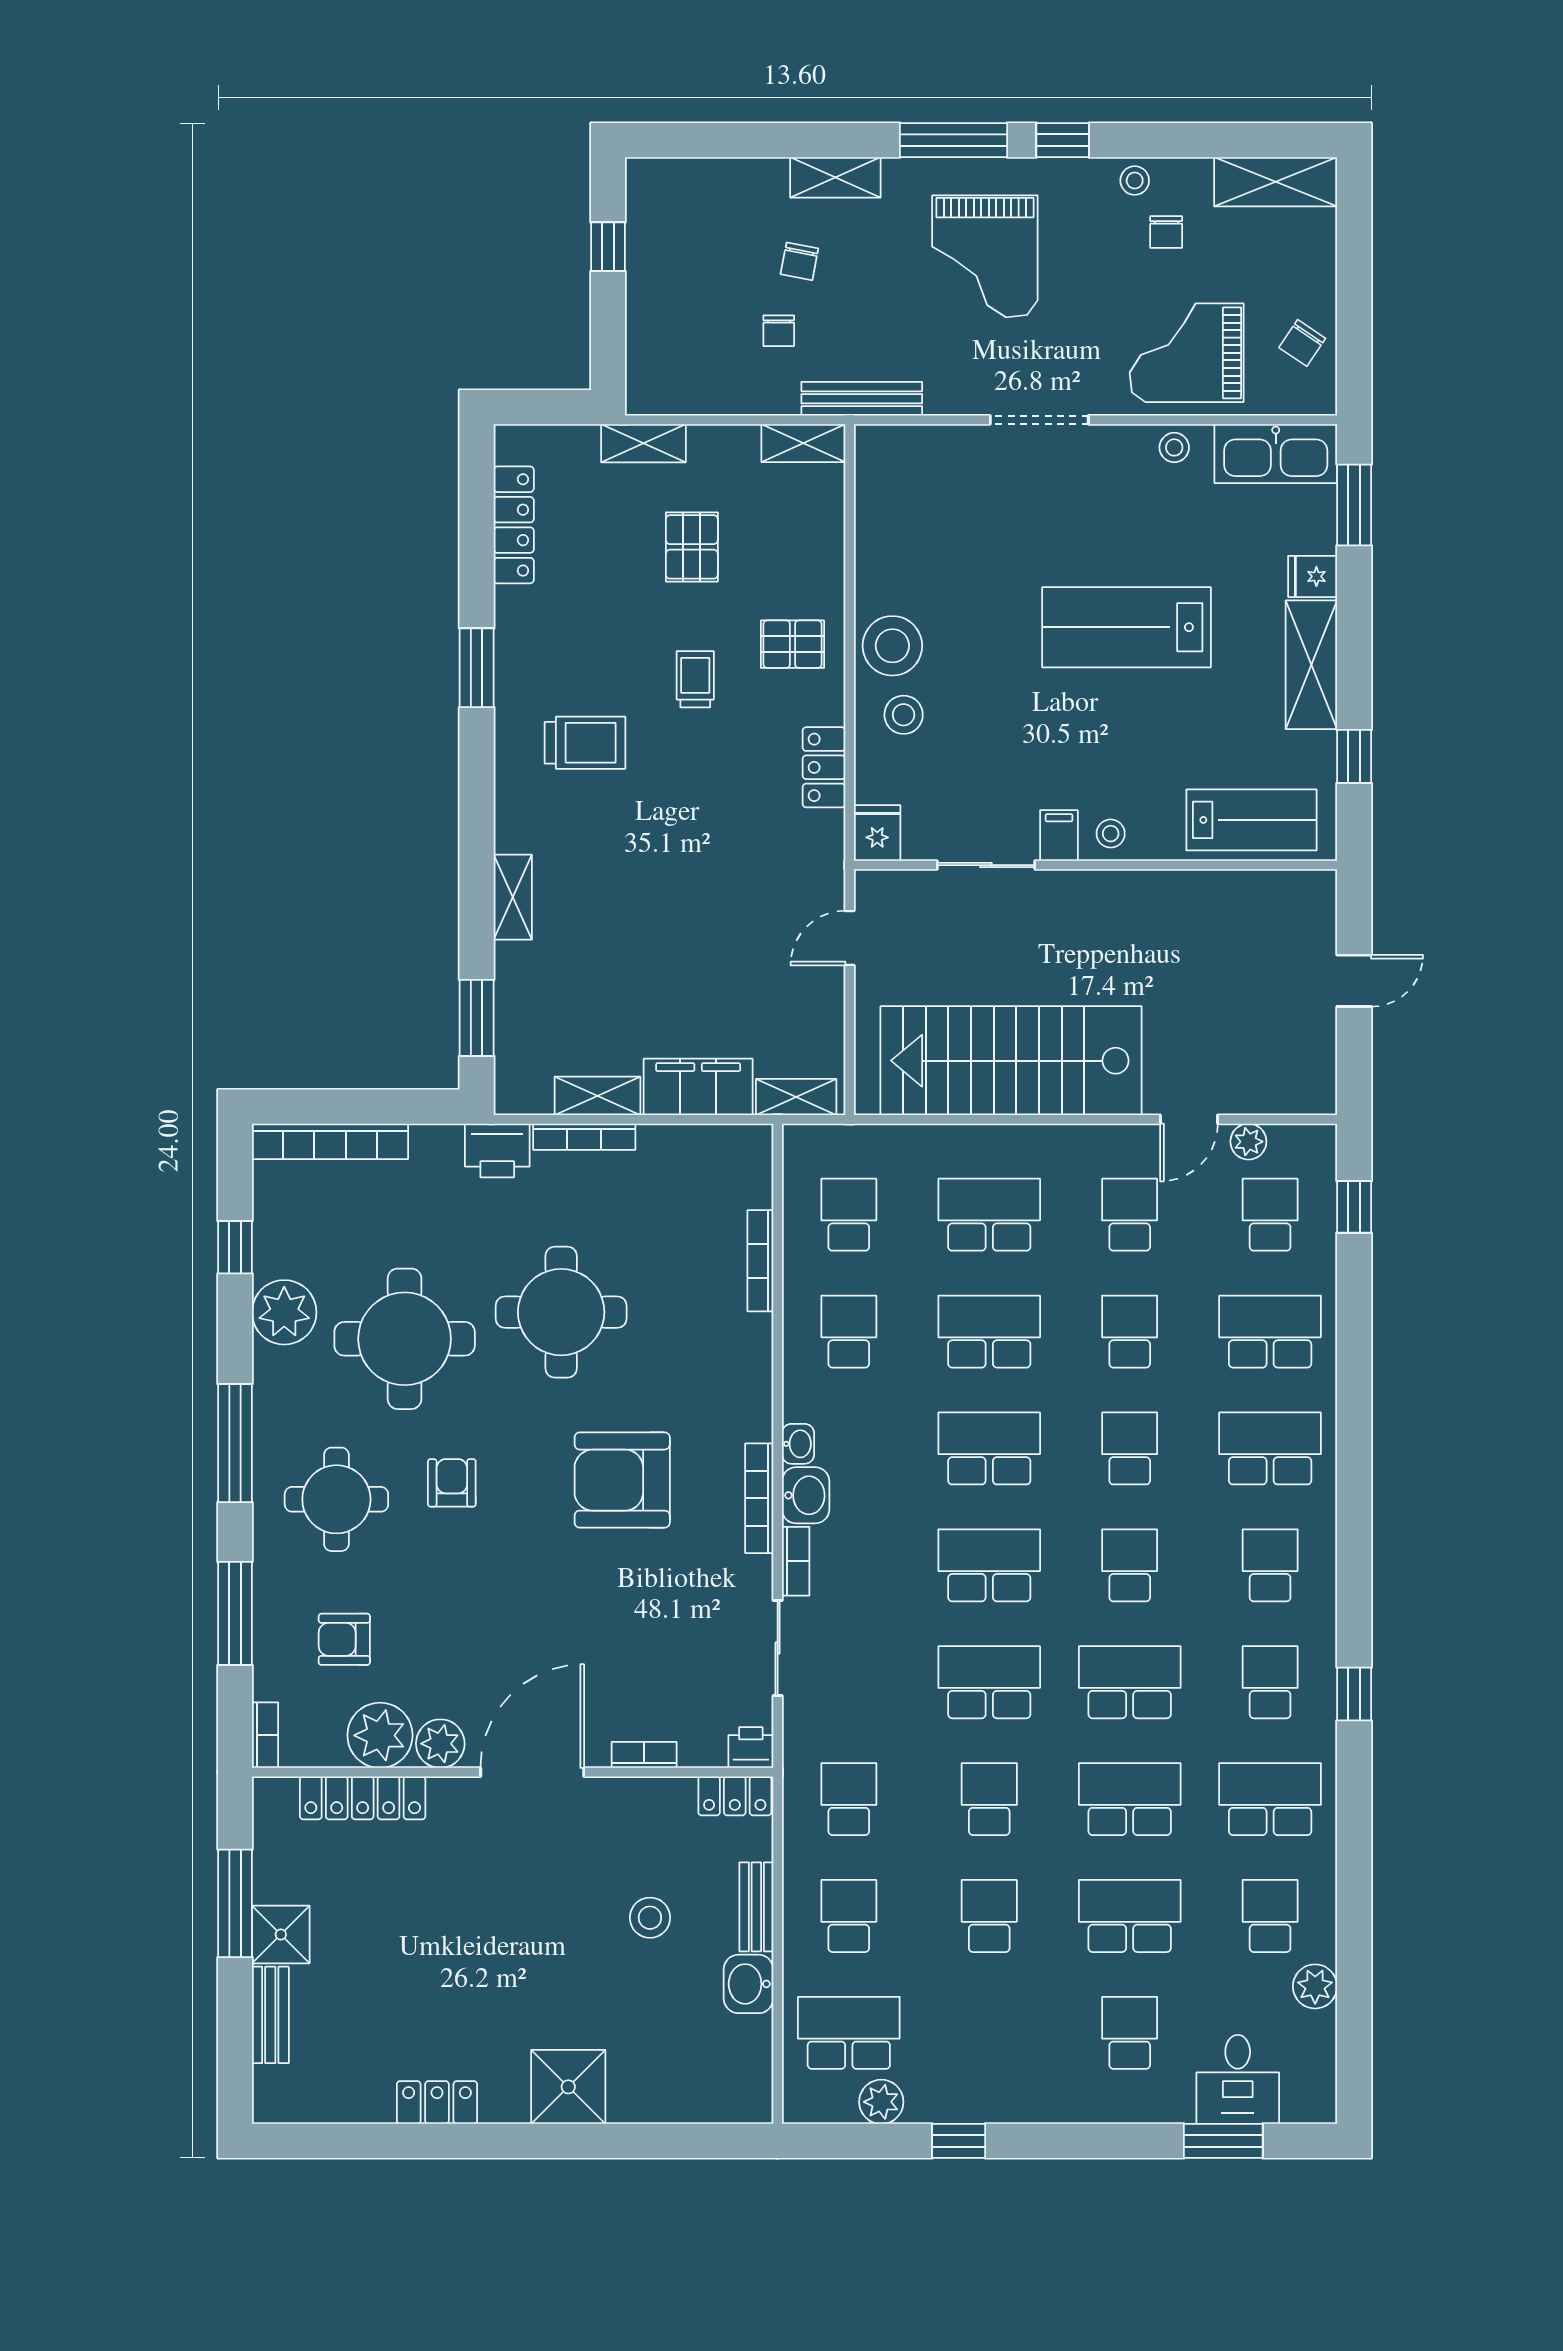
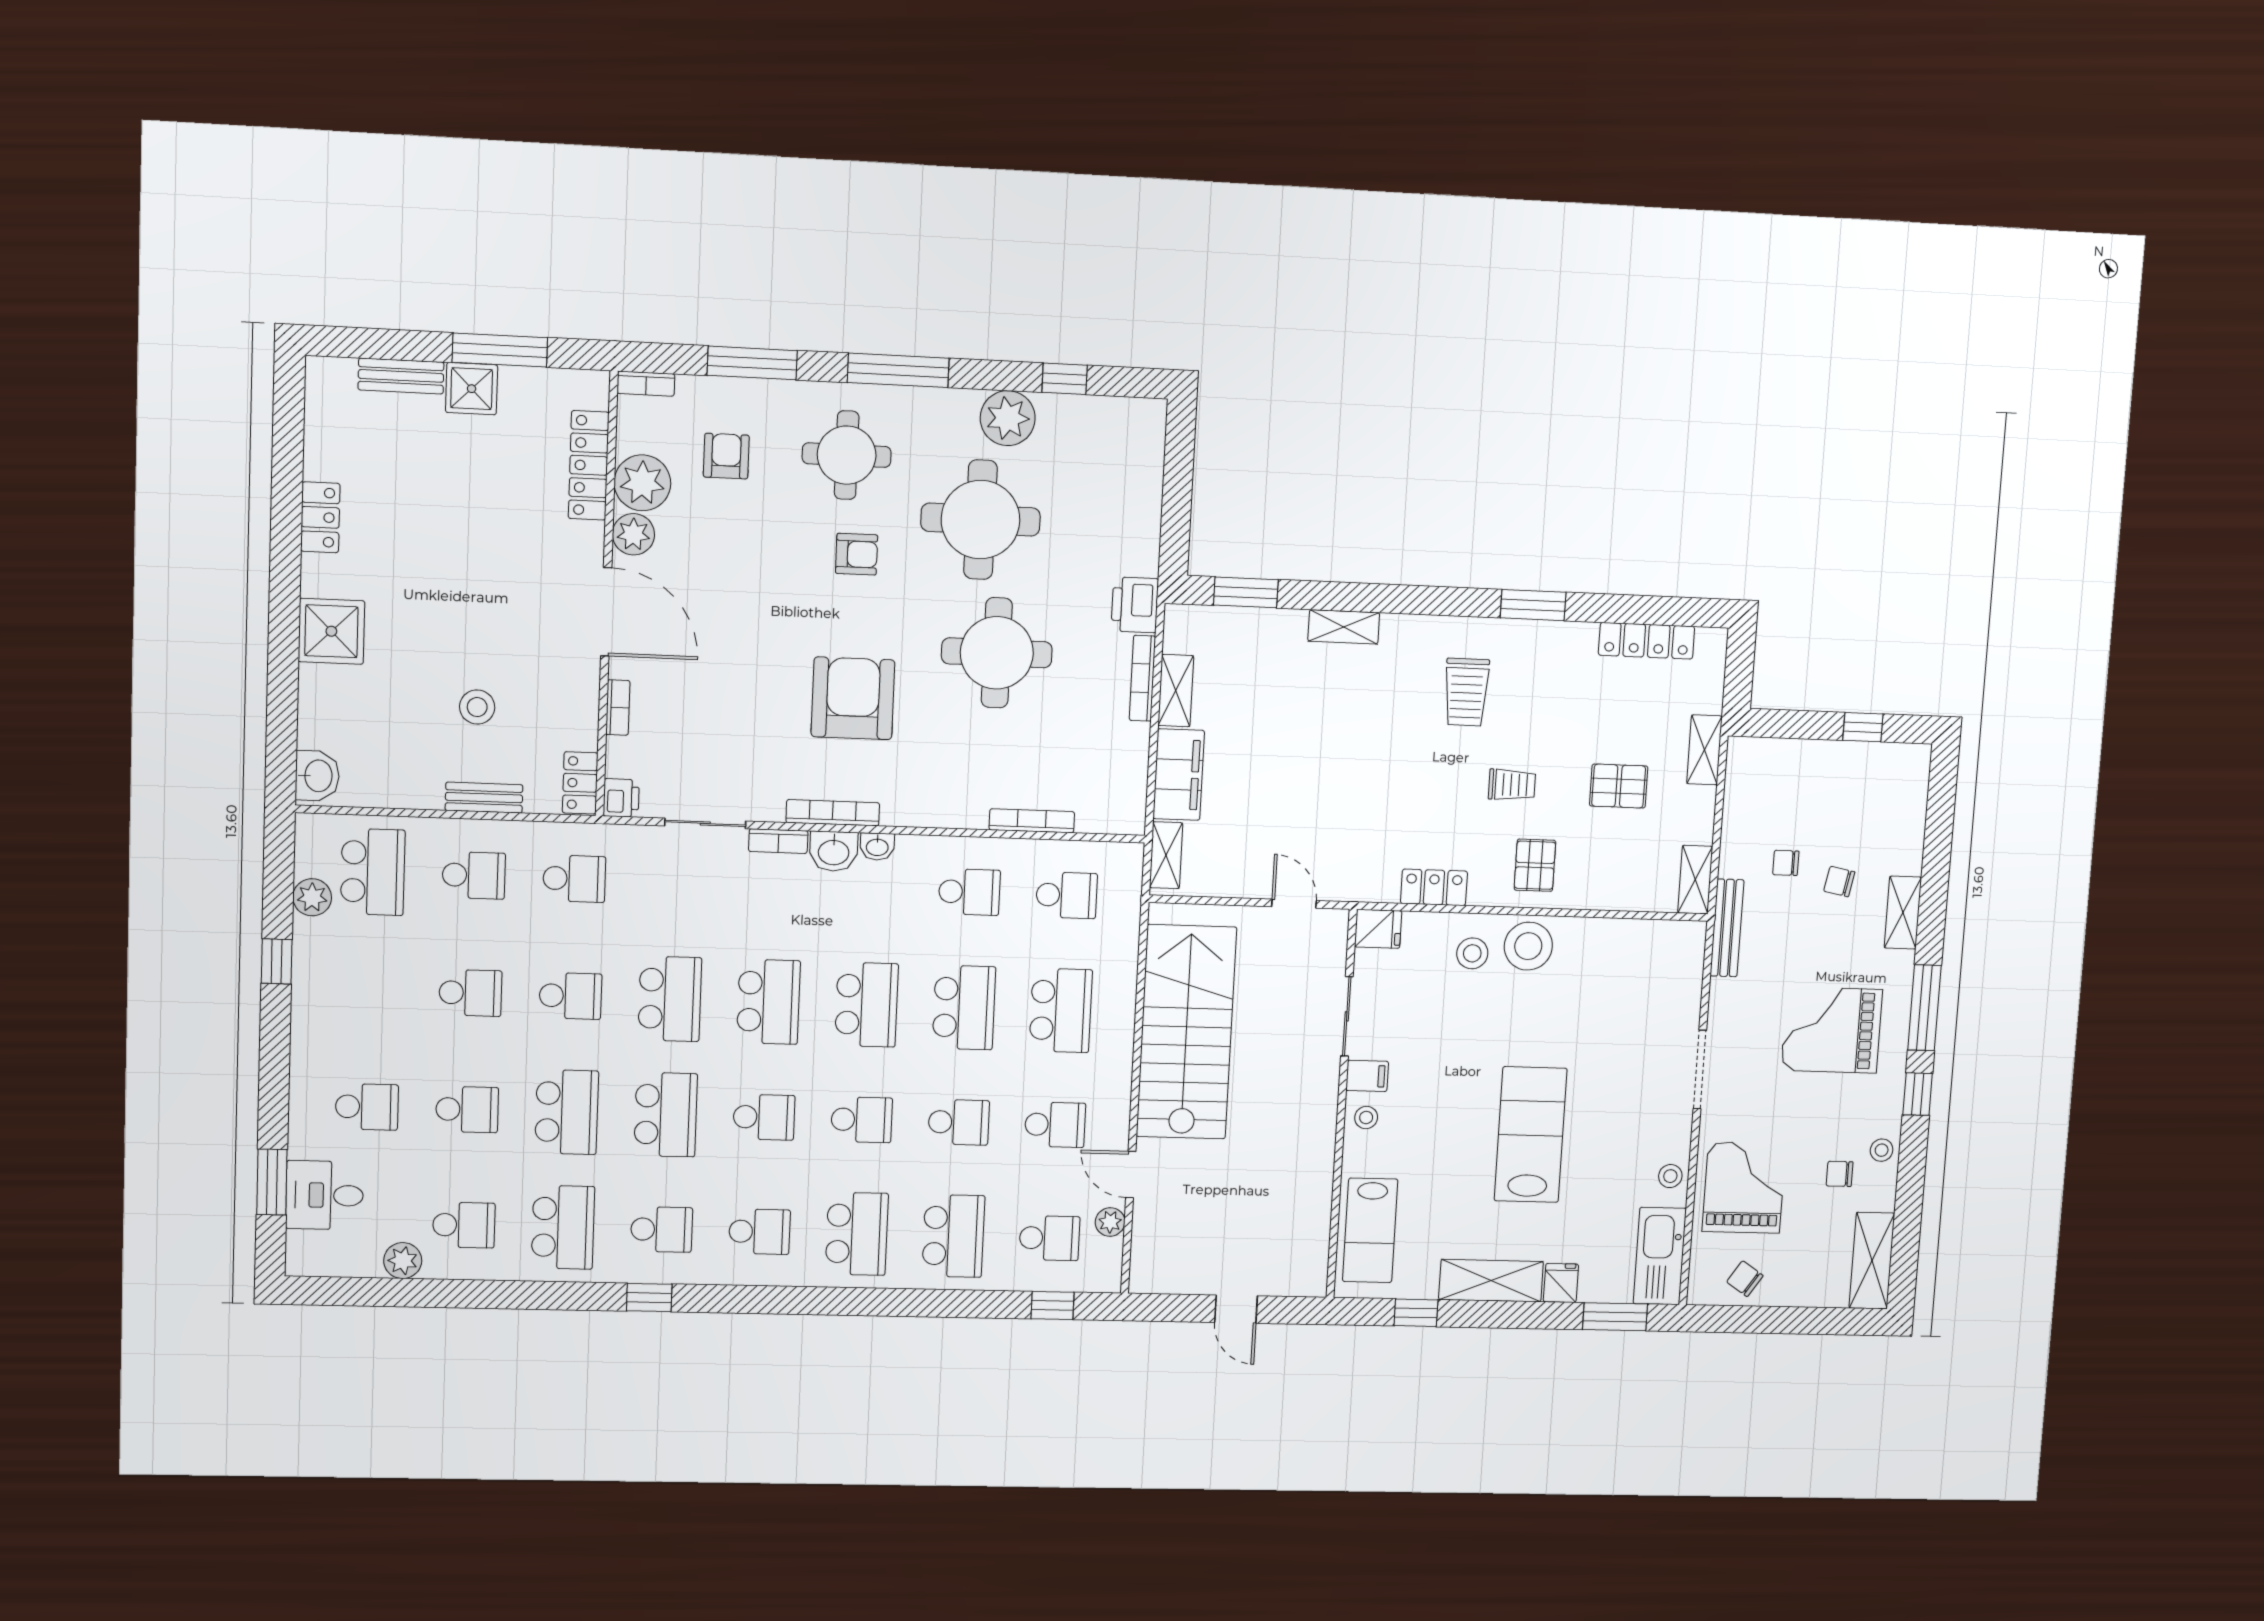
bookcase: (330, 1141) -> (1150, 464), removed
school desk: (1130, 1916) -> (467, 1109), width x0.54
washbasin: (749, 1984) -> (317, 776), moved, turned 90

